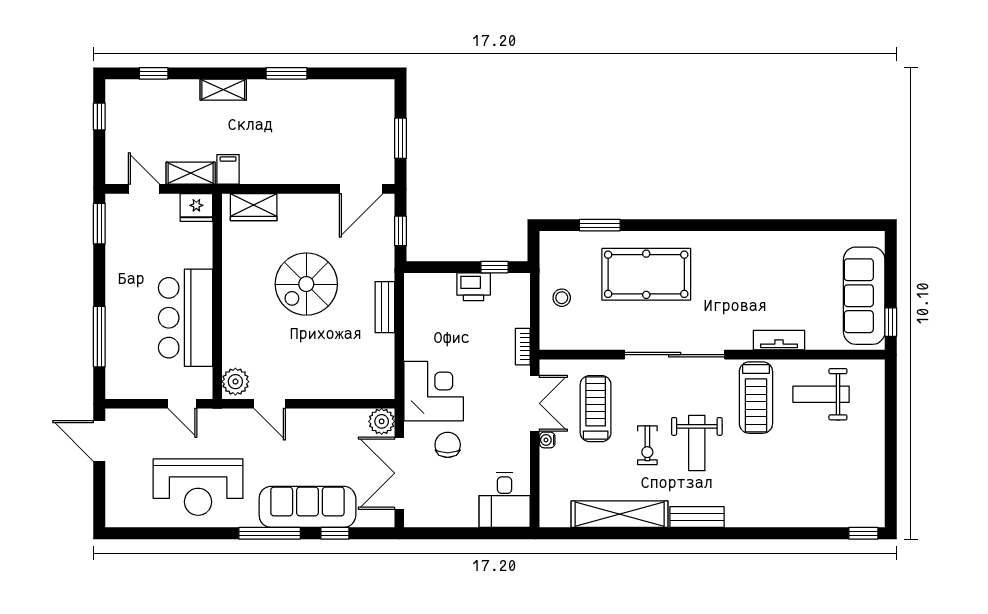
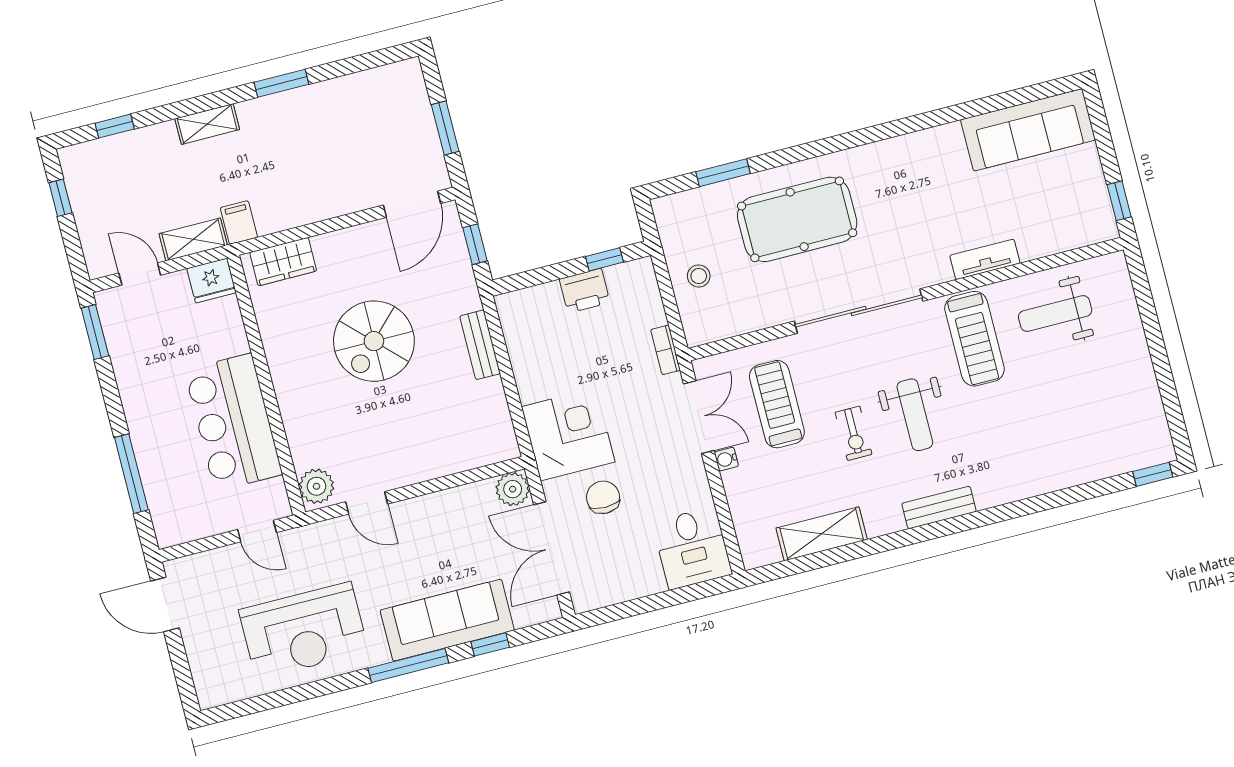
sofa: (864, 296) -> (1028, 130), moved, turned -90
shelving: (620, 514) -> (822, 534), width x0.68

